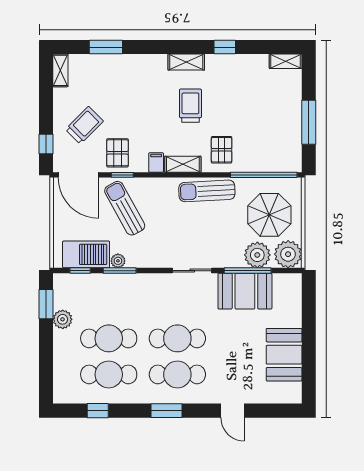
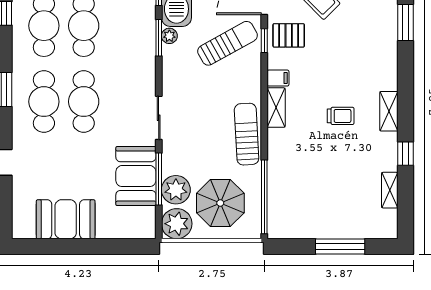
shelving: (286, 61) -> (390, 190), moved
trolley: (190, 106) -> (341, 116), width x0.73, depth x0.72
window: (309, 122) -> (340, 247), moved
pallet: (222, 150) -> (292, 150), removed

